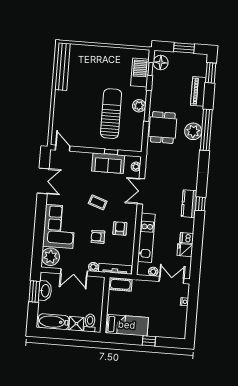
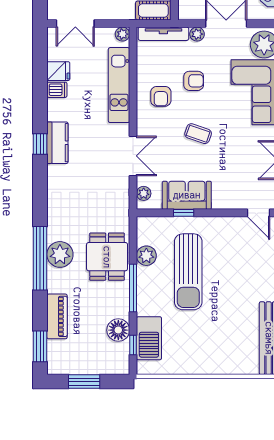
floor lamp: (161, 63) -> (118, 330), moved
plant: (139, 106) -> (146, 256), moved
plant: (153, 272) -> (122, 34), moved

